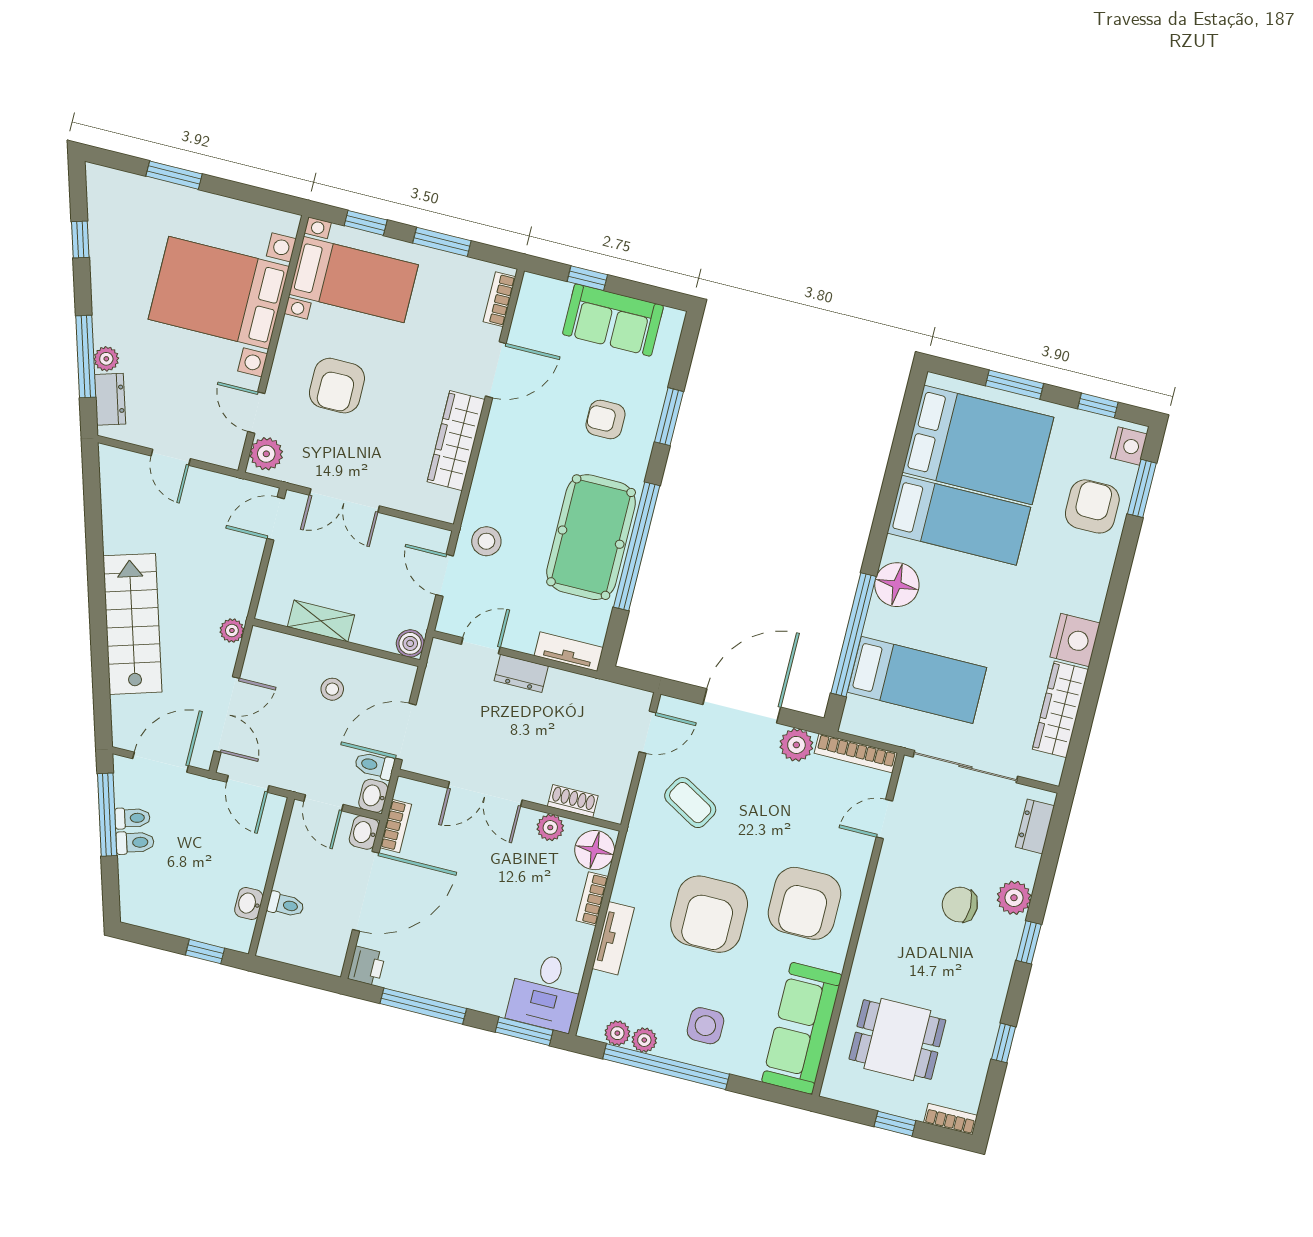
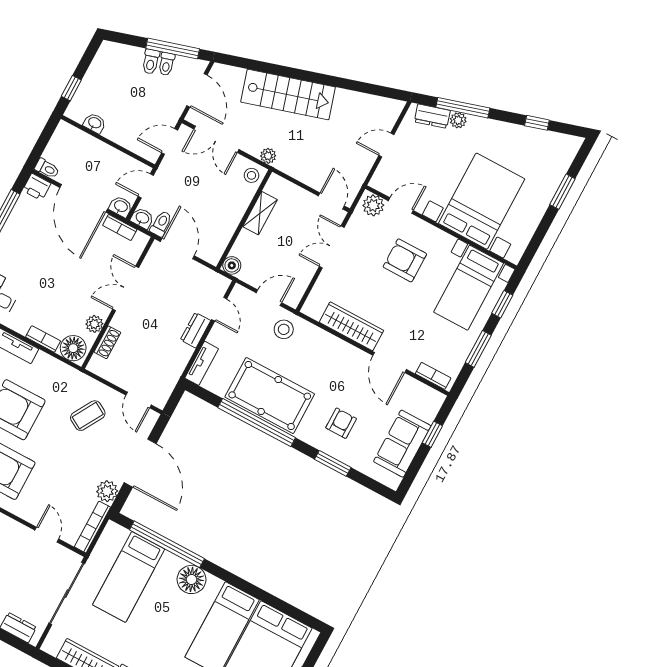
stool: (332, 689) -> (252, 175), moved
toilet: (286, 905) -> (47, 168), moved, turned -90

